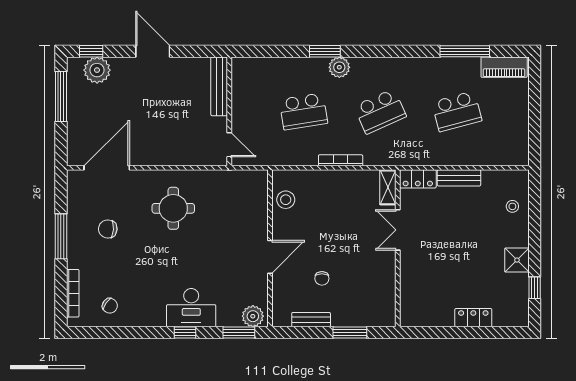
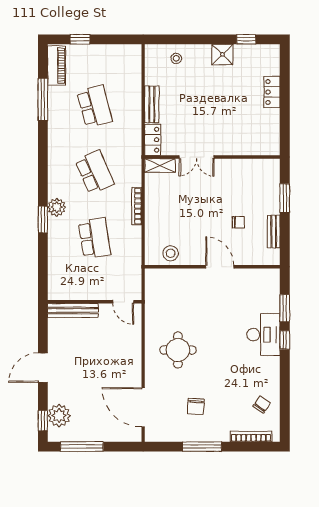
window: (535, 94) -> (80, 39), added
door: (229, 145) -> (123, 302), swing flipped
plant: (253, 316) -> (271, 282), removed
window: (239, 332) -> (285, 308), moved

